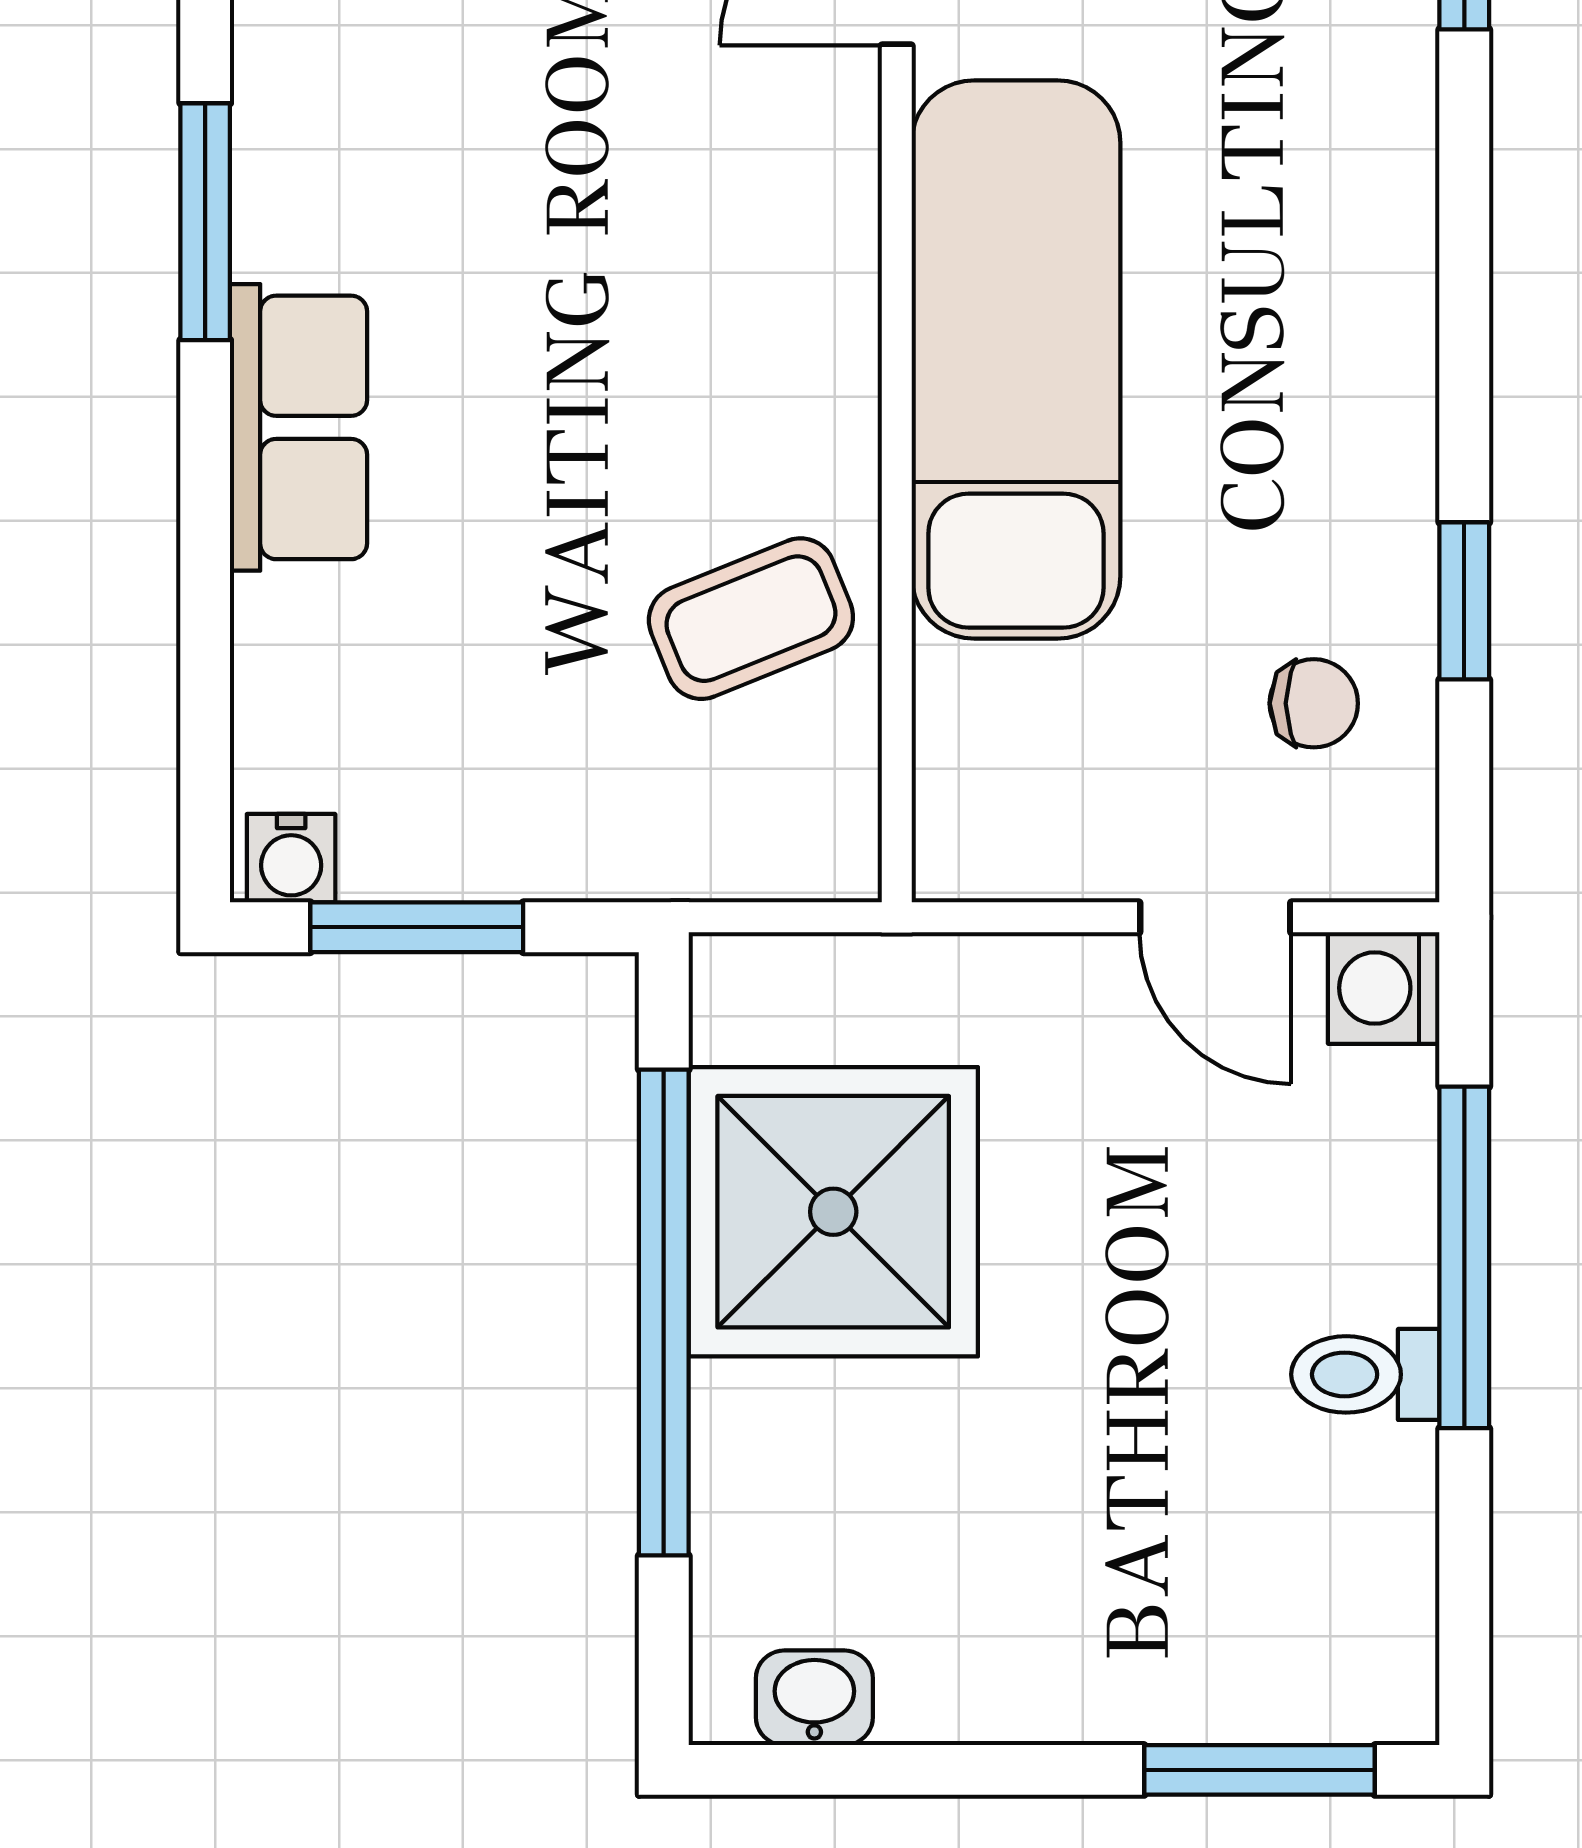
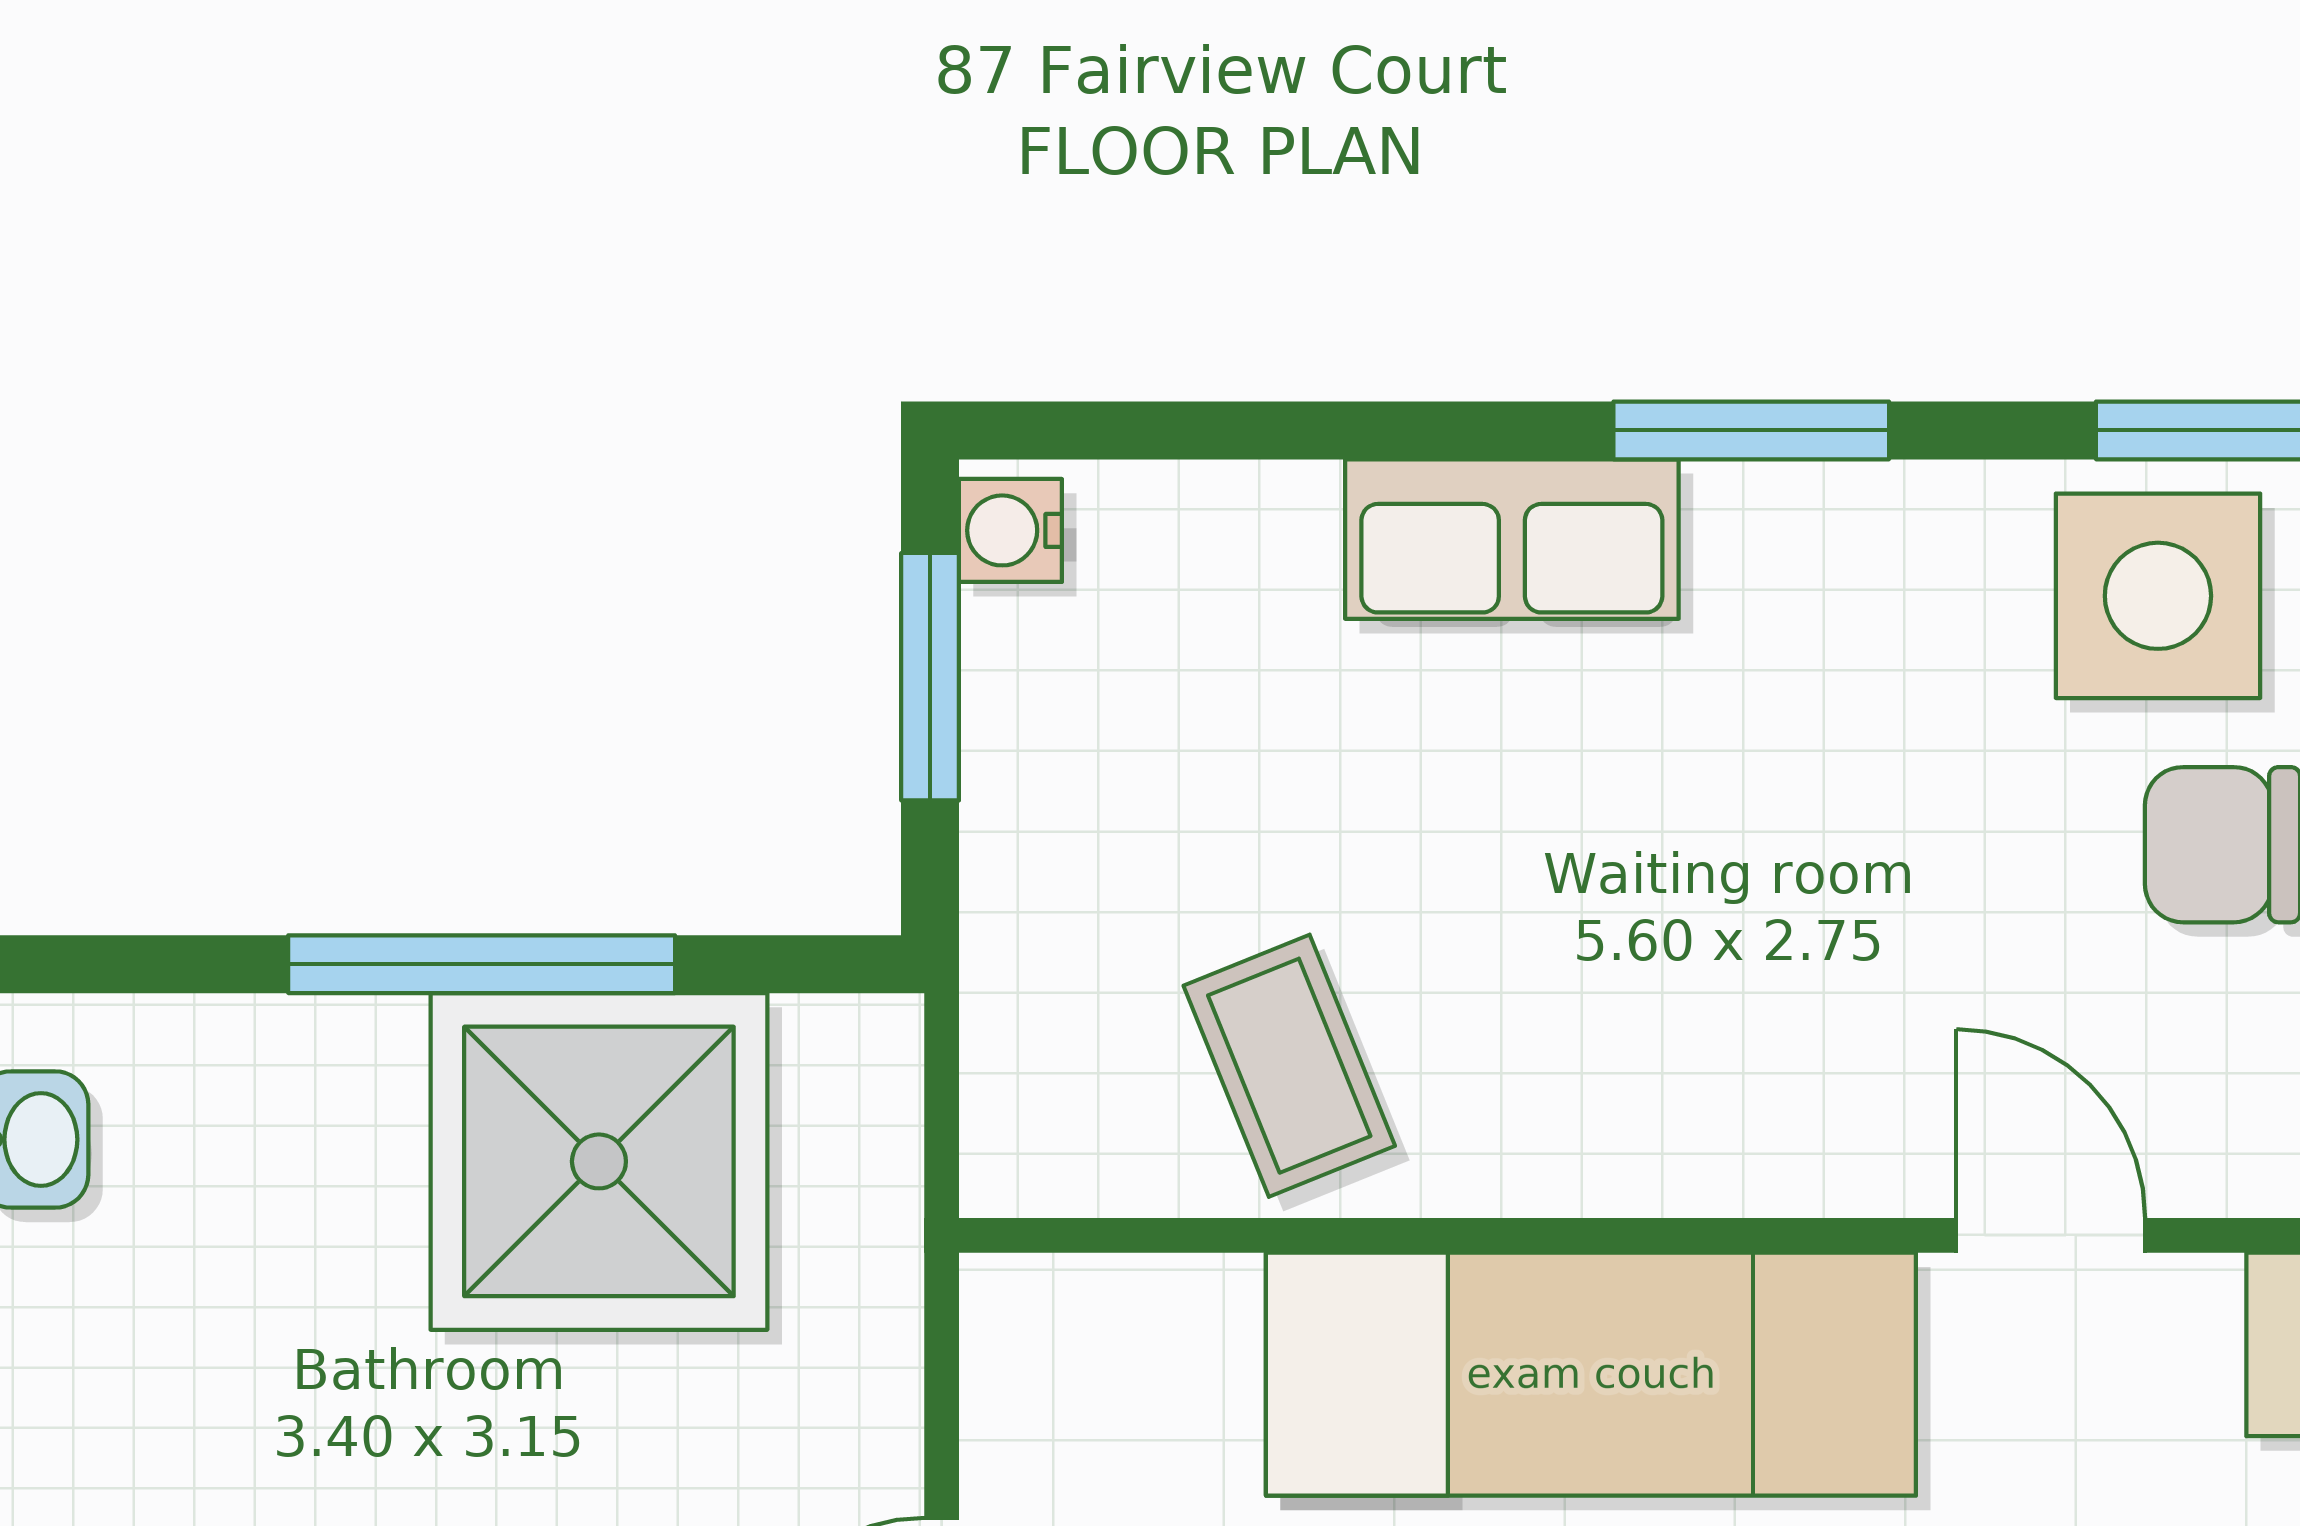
window: (664, 1313) -> (482, 964), width x0.68

